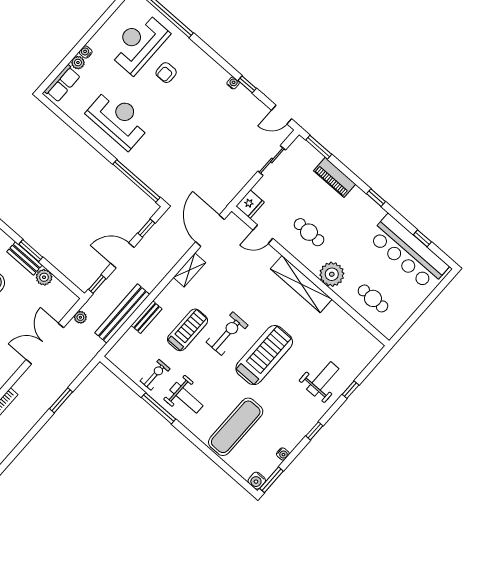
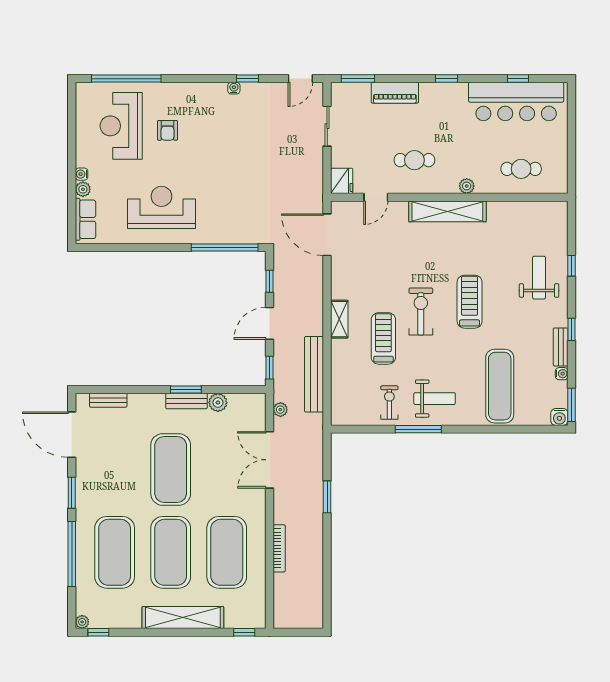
shelving: (189, 270) -> (339, 319), moved
plant: (332, 274) -> (467, 186), width x0.53, depth x0.53
bench: (147, 317) -> (561, 347), moved
treadmill: (264, 355) -> (470, 302), width x0.73, depth x0.73

